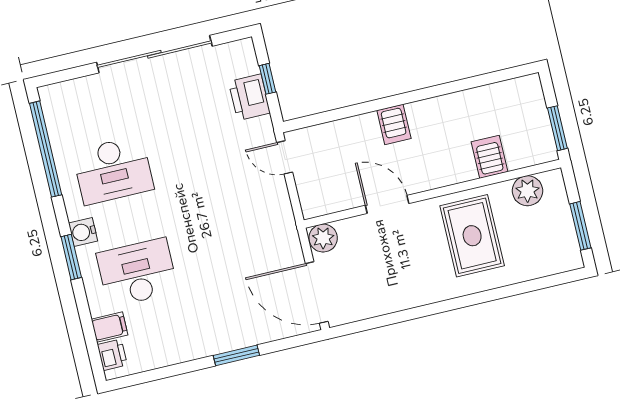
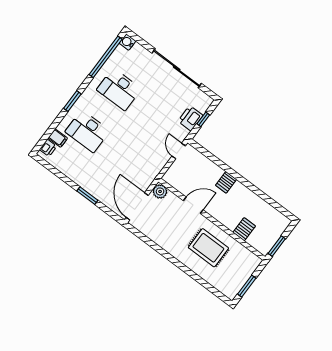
plant: (528, 191) -> (243, 255), removed
door: (387, 204) -> (193, 205), hinge flipped
water cooler: (83, 232) -> (127, 42), moved
rug: (472, 236) -> (208, 248), turned 90
desk: (137, 273) -> (88, 131), turned 180

